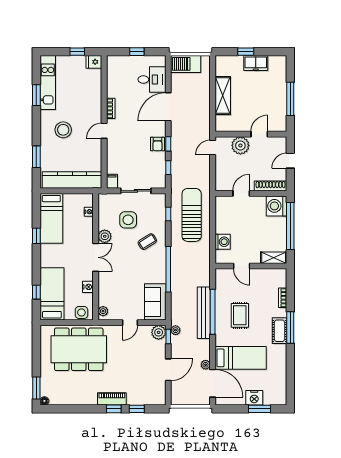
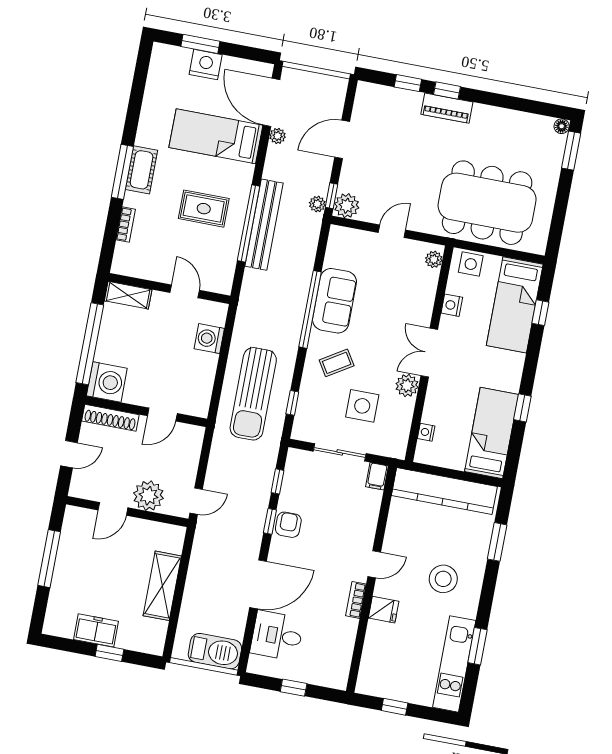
fridge: (94, 62) -> (384, 610), moved
sofa: (155, 302) -> (334, 301), moved
rug: (240, 315) -> (204, 209), turned 90

